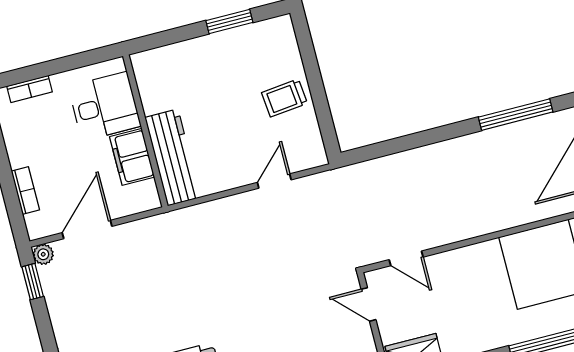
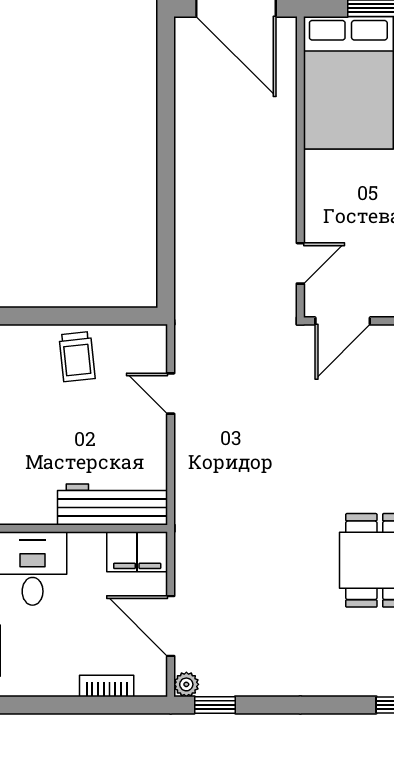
window: (516, 115) -> (166, 93), removed
filing cabinet: (132, 157) -> (137, 552), moved
door: (369, 304) -> (343, 321), width x1.37

